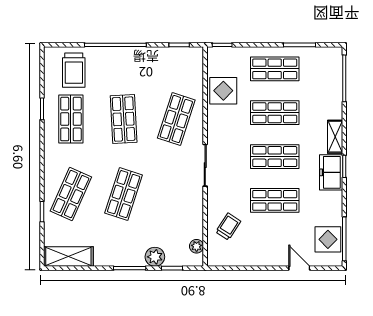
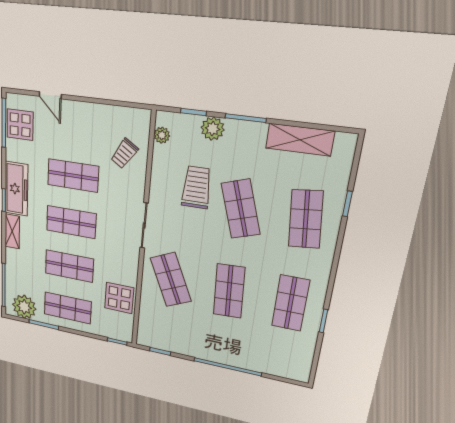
plant: (321, 60) -> (24, 307), added
trolley: (74, 70) -> (196, 187), moved
shop shelf: (176, 119) -> (171, 280), turned -42
freezer: (331, 172) -> (16, 189), width x1.40
shop shelf: (71, 194) -> (306, 219), turned -30
shop shelf: (124, 194) -> (241, 209), turned -36
shelving: (68, 257) -> (300, 140), moved

